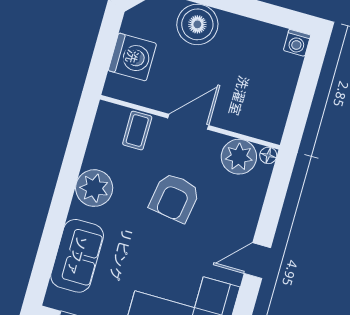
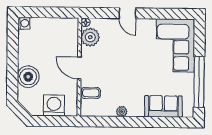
plant: (94, 188) -> (122, 111), width x0.53, depth x0.53
armchair: (175, 198) -> (120, 64), removed
door: (257, 261) -> (127, 13), moved

